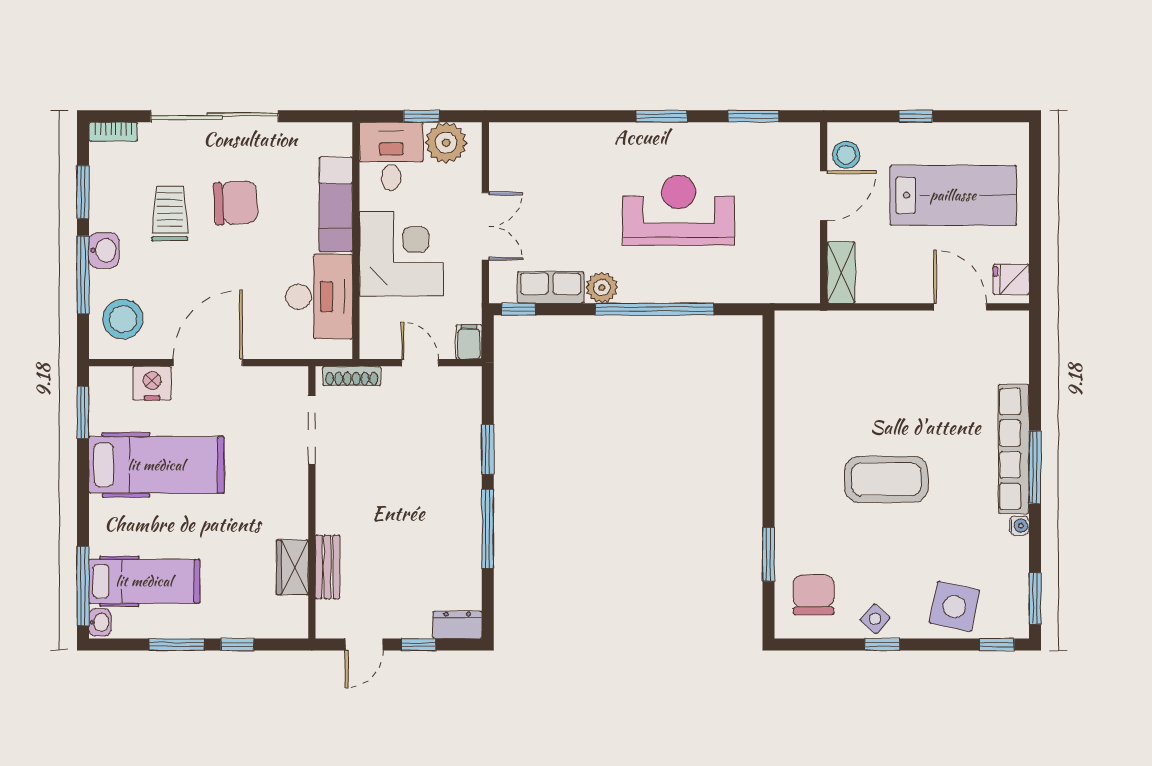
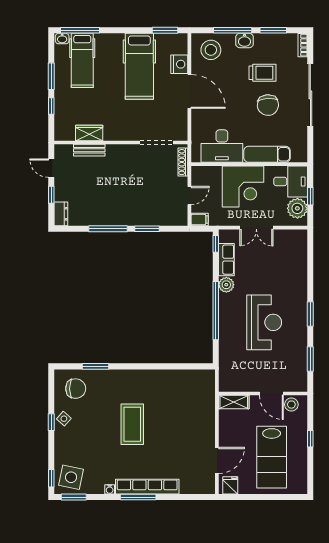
side table: (954, 606) -> (71, 477), moved

